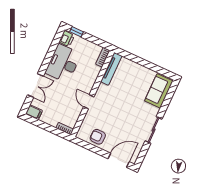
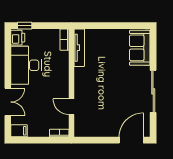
door: (89, 102) -> (71, 107), moved
sliding door: (154, 130) -> (153, 91), width x1.37
armchair: (98, 137) -> (98, 126), removed

